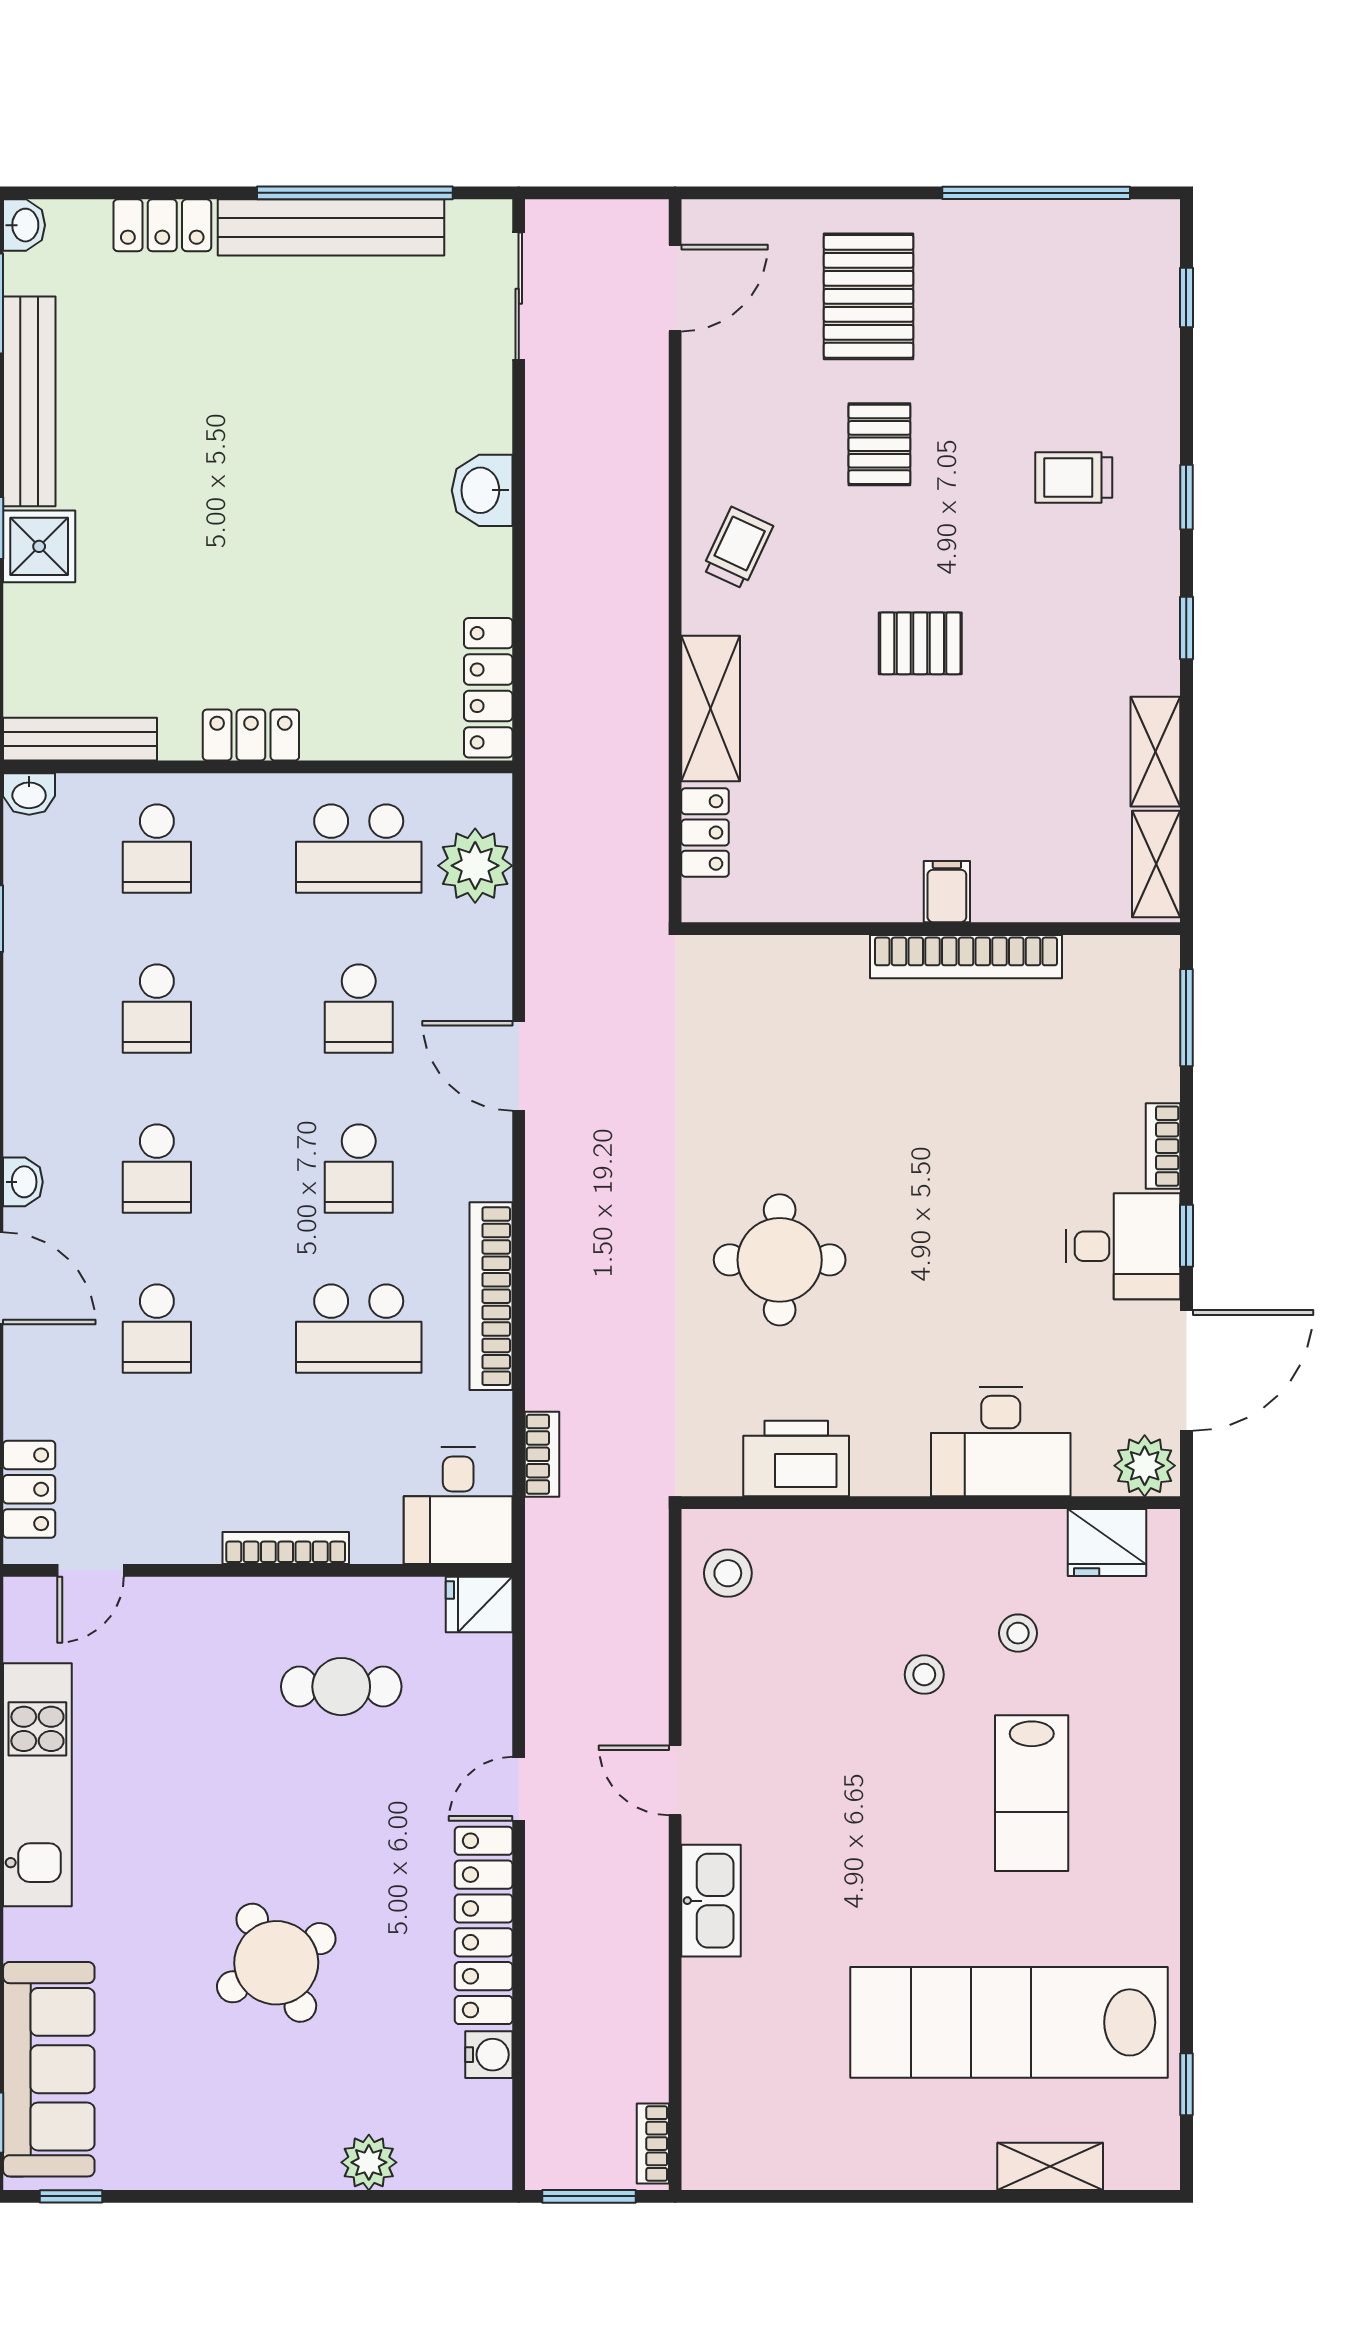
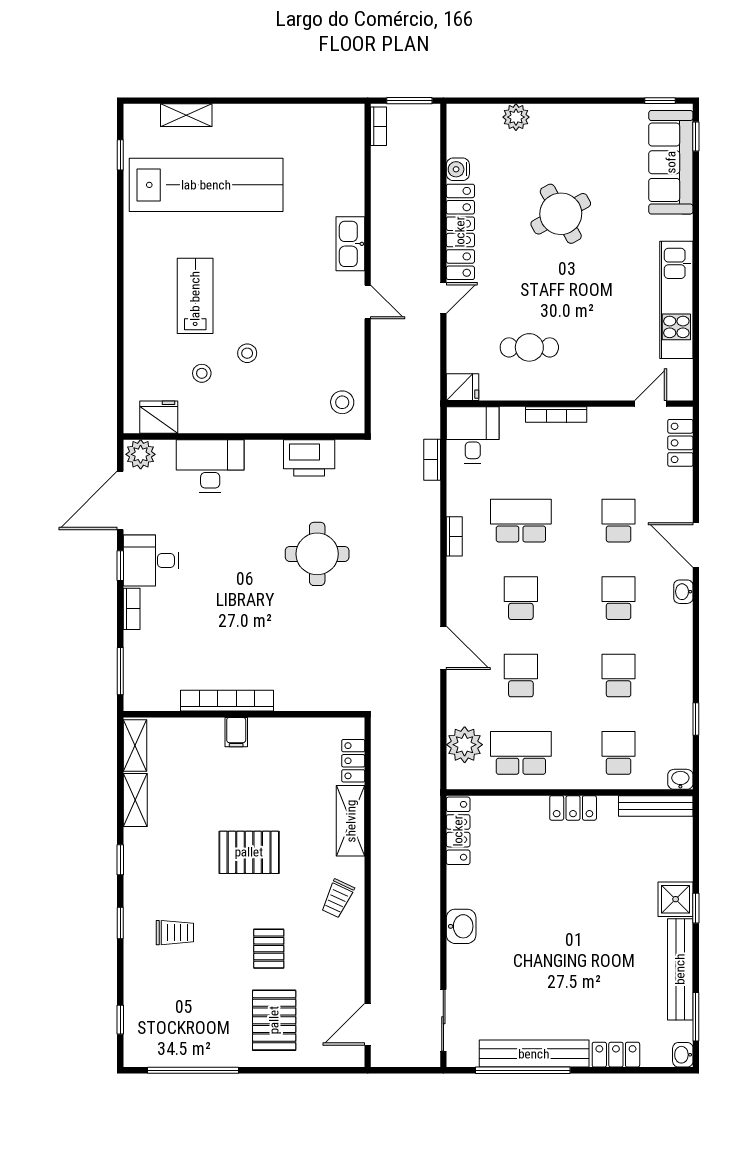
pallet: (920, 643) -> (249, 852), width x1.50, depth x1.42
bookcase: (491, 1296) -> (454, 536), width x0.43, depth x0.76

